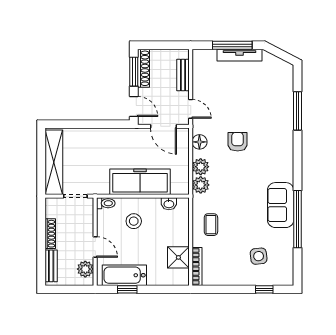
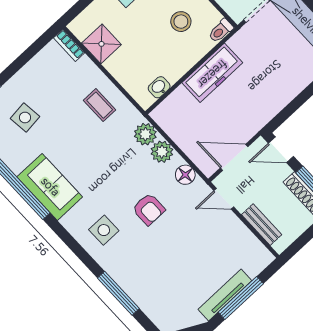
side table: (273, 153) -> (104, 230), added
freezer: (140, 182) -> (212, 73), width x0.73, depth x0.79
stool: (134, 221) -> (181, 22), moved
bookcase: (197, 266) -> (69, 45), width x0.64

